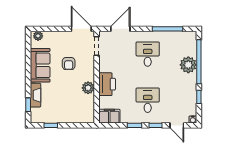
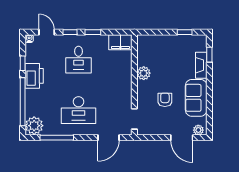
door: (81, 29) -> (182, 138), moved
desk: (148, 54) -> (79, 110), width x1.37
plant: (188, 65) -> (34, 126), moved
printer: (107, 84) -> (34, 76), moved, turned 180

